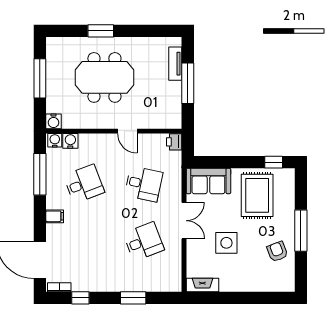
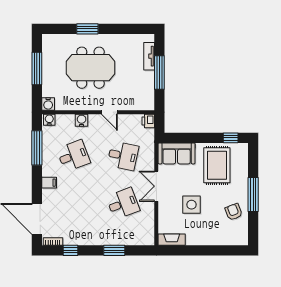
water cooler: (70, 141) -> (82, 120), moved
double door: (184, 221) -> (156, 186), swing flipped

